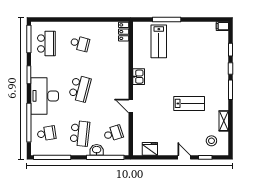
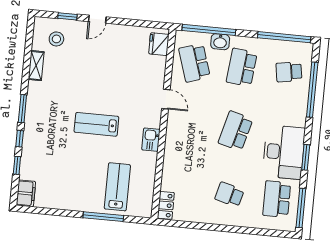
filing cabinet: (222, 26) -> (26, 193), width x2.00
desk: (45, 96) -> (284, 152), moved
lab bench: (189, 103) -> (96, 124), moved
school desk: (113, 133) -> (194, 63), width x1.85
fridge: (150, 149) -> (159, 44), moved, turned 90
door: (184, 157) -> (97, 19), hinge flipped

